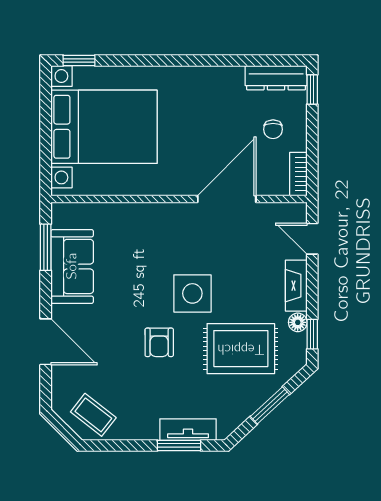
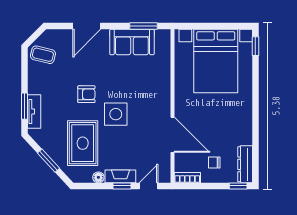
window: (312, 334) -> (122, 186), moved
armchair: (159, 342) -> (86, 94), turned 180
coffee table: (93, 415) -> (43, 55), turned 66

